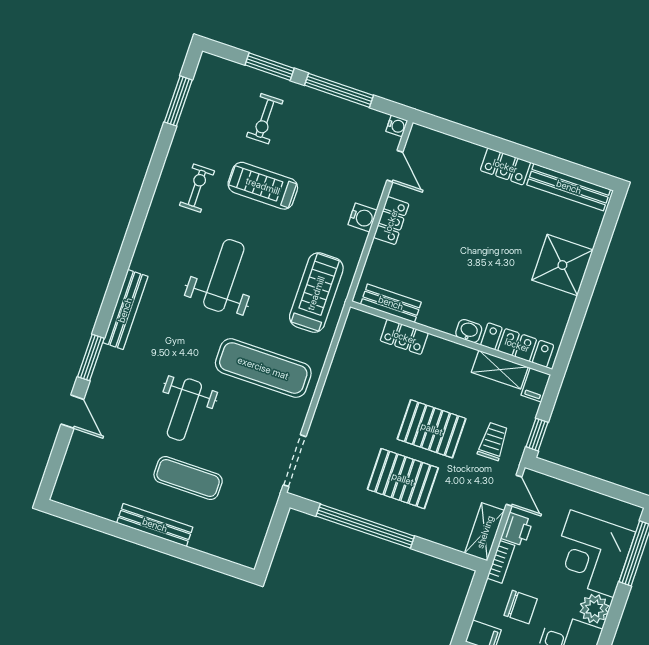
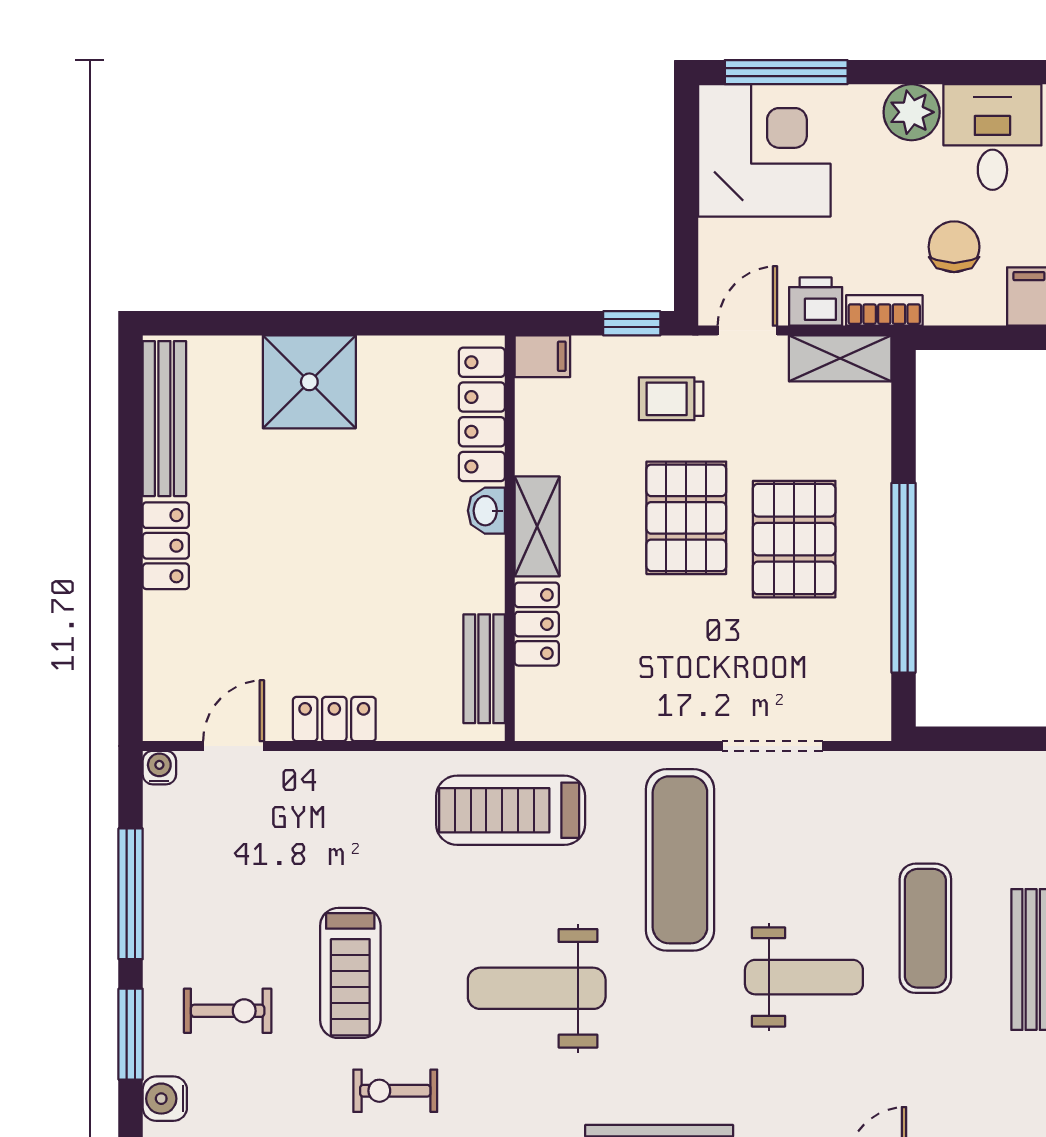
water cooler: (363, 217) -> (165, 1099), moved, turned -90
shelving: (500, 370) -> (537, 526), moved
doorway: (295, 461) -> (772, 746), moved
corner desk: (592, 554) -> (764, 150), moved, turned -90

